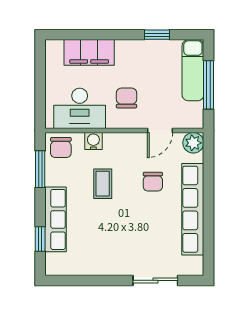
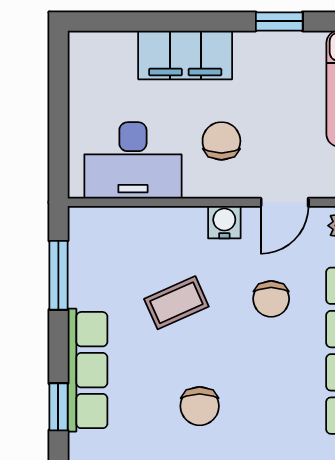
filing cabinet: (89, 52) -> (185, 55), moved
water cooler: (93, 141) -> (224, 222), moved
chair: (61, 148) -> (200, 406), moved
coffee table: (103, 184) -> (176, 303), turned 66

